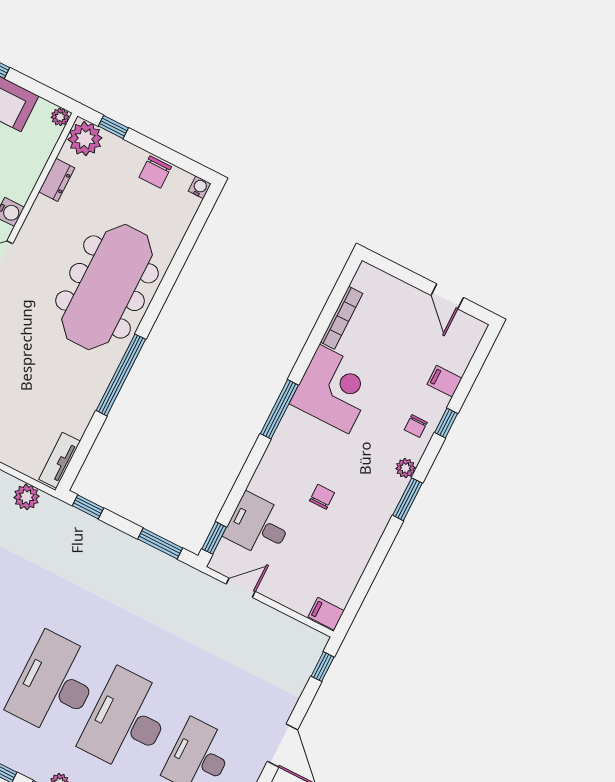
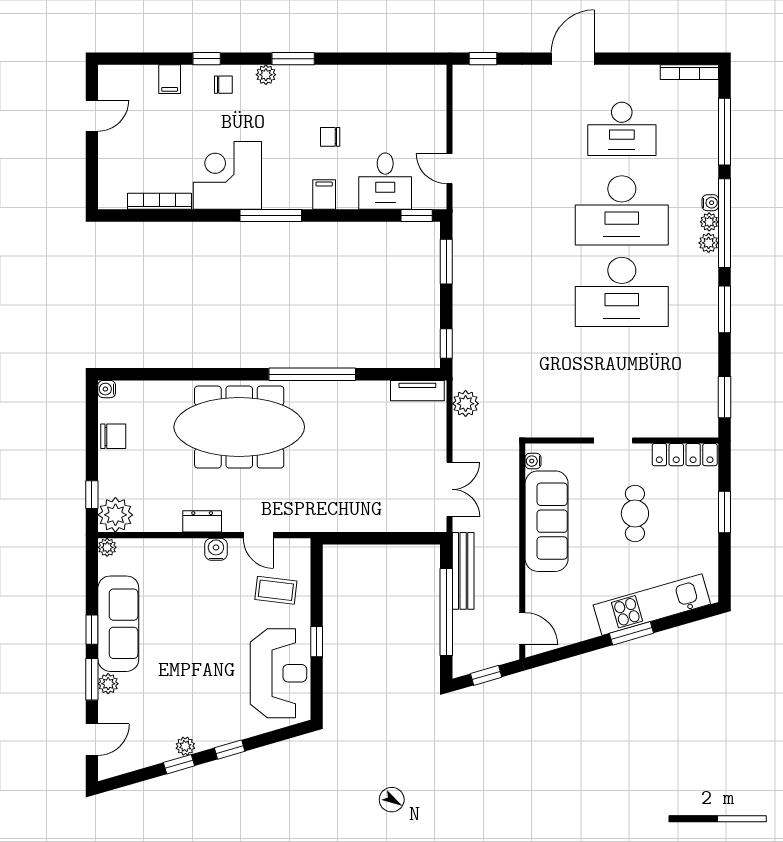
dresser: (57, 180) -> (202, 521), moved
filing cabinet: (326, 614) -> (324, 194), moved, turned 180

